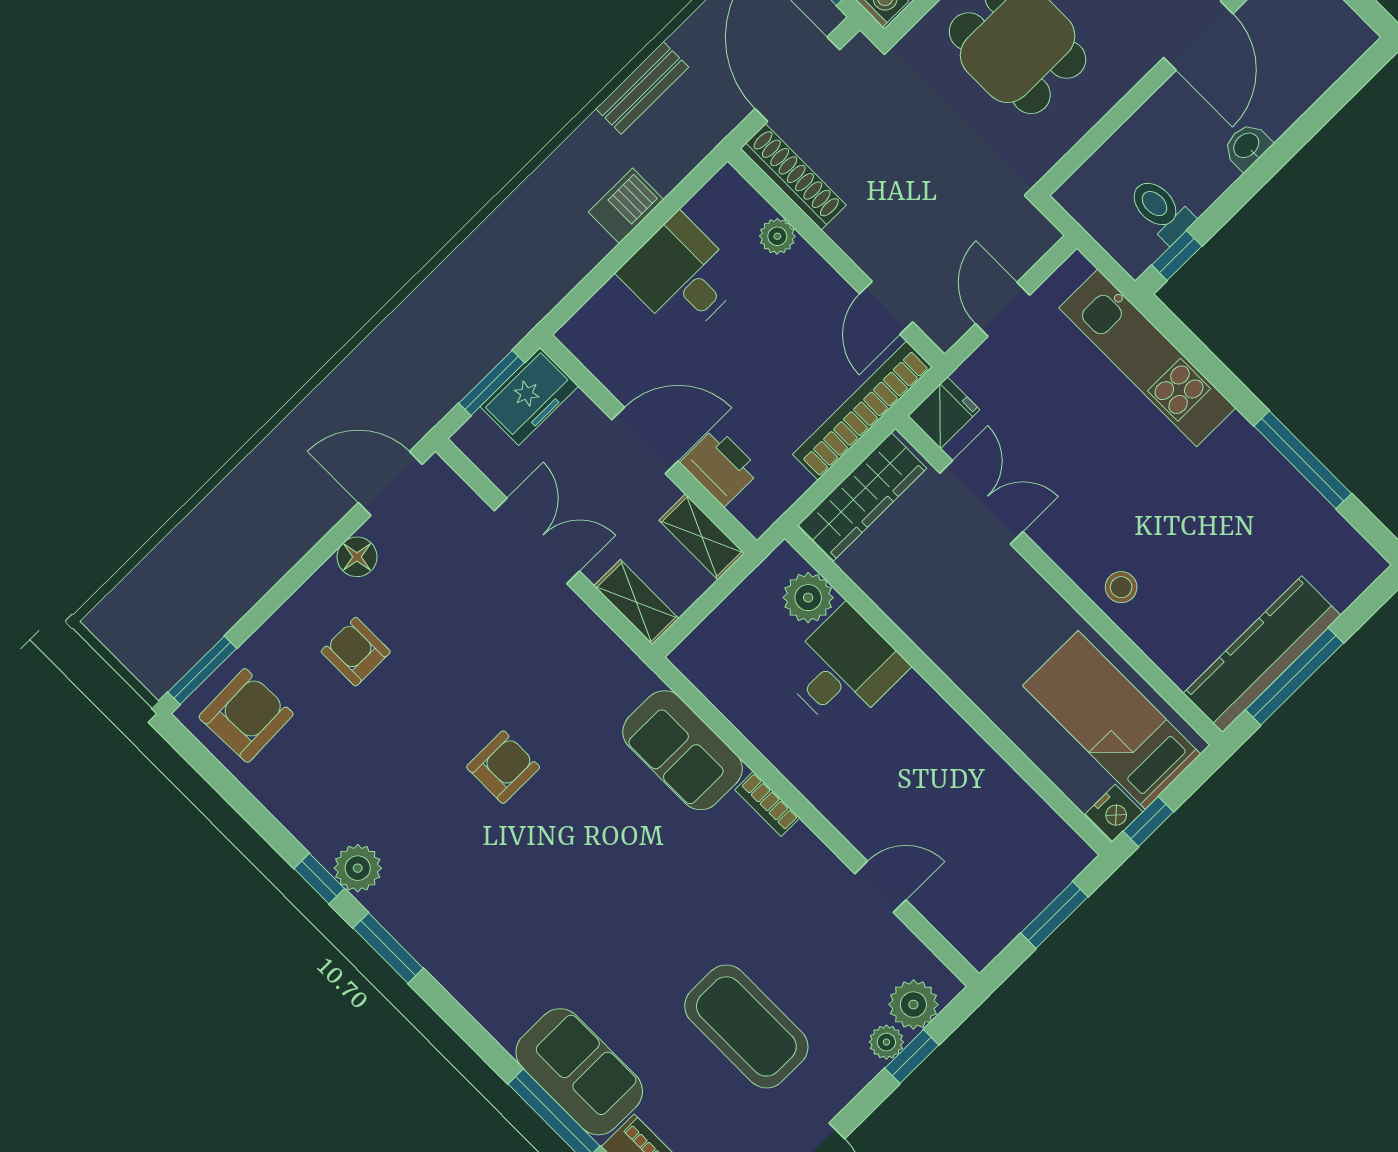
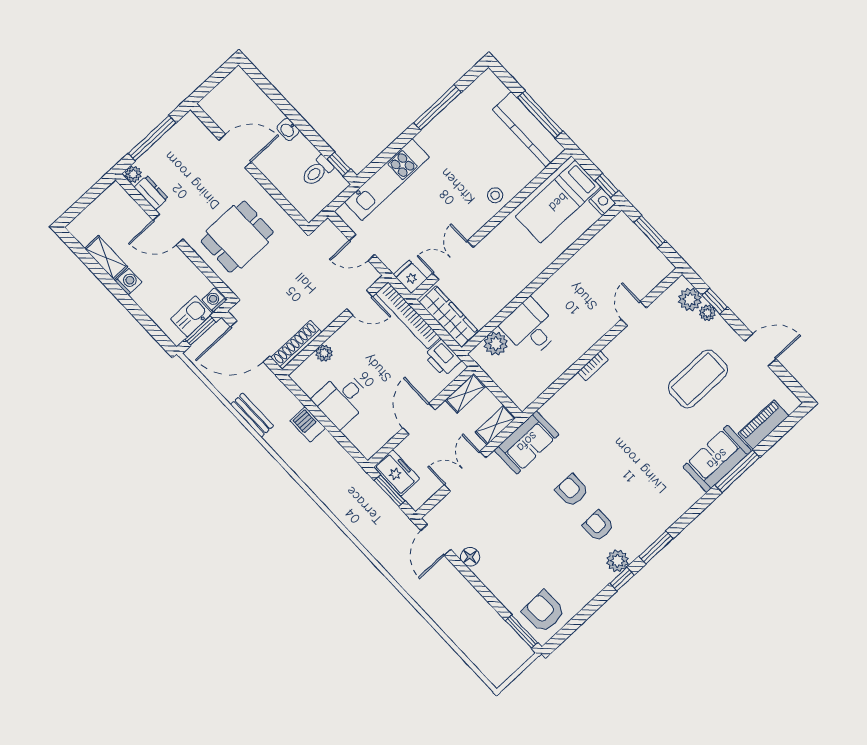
printer: (720, 467) -> (443, 358), moved, turned -90
armchair: (356, 652) -> (598, 526), moved, turned 90
sofa: (683, 750) -> (527, 442), moved

